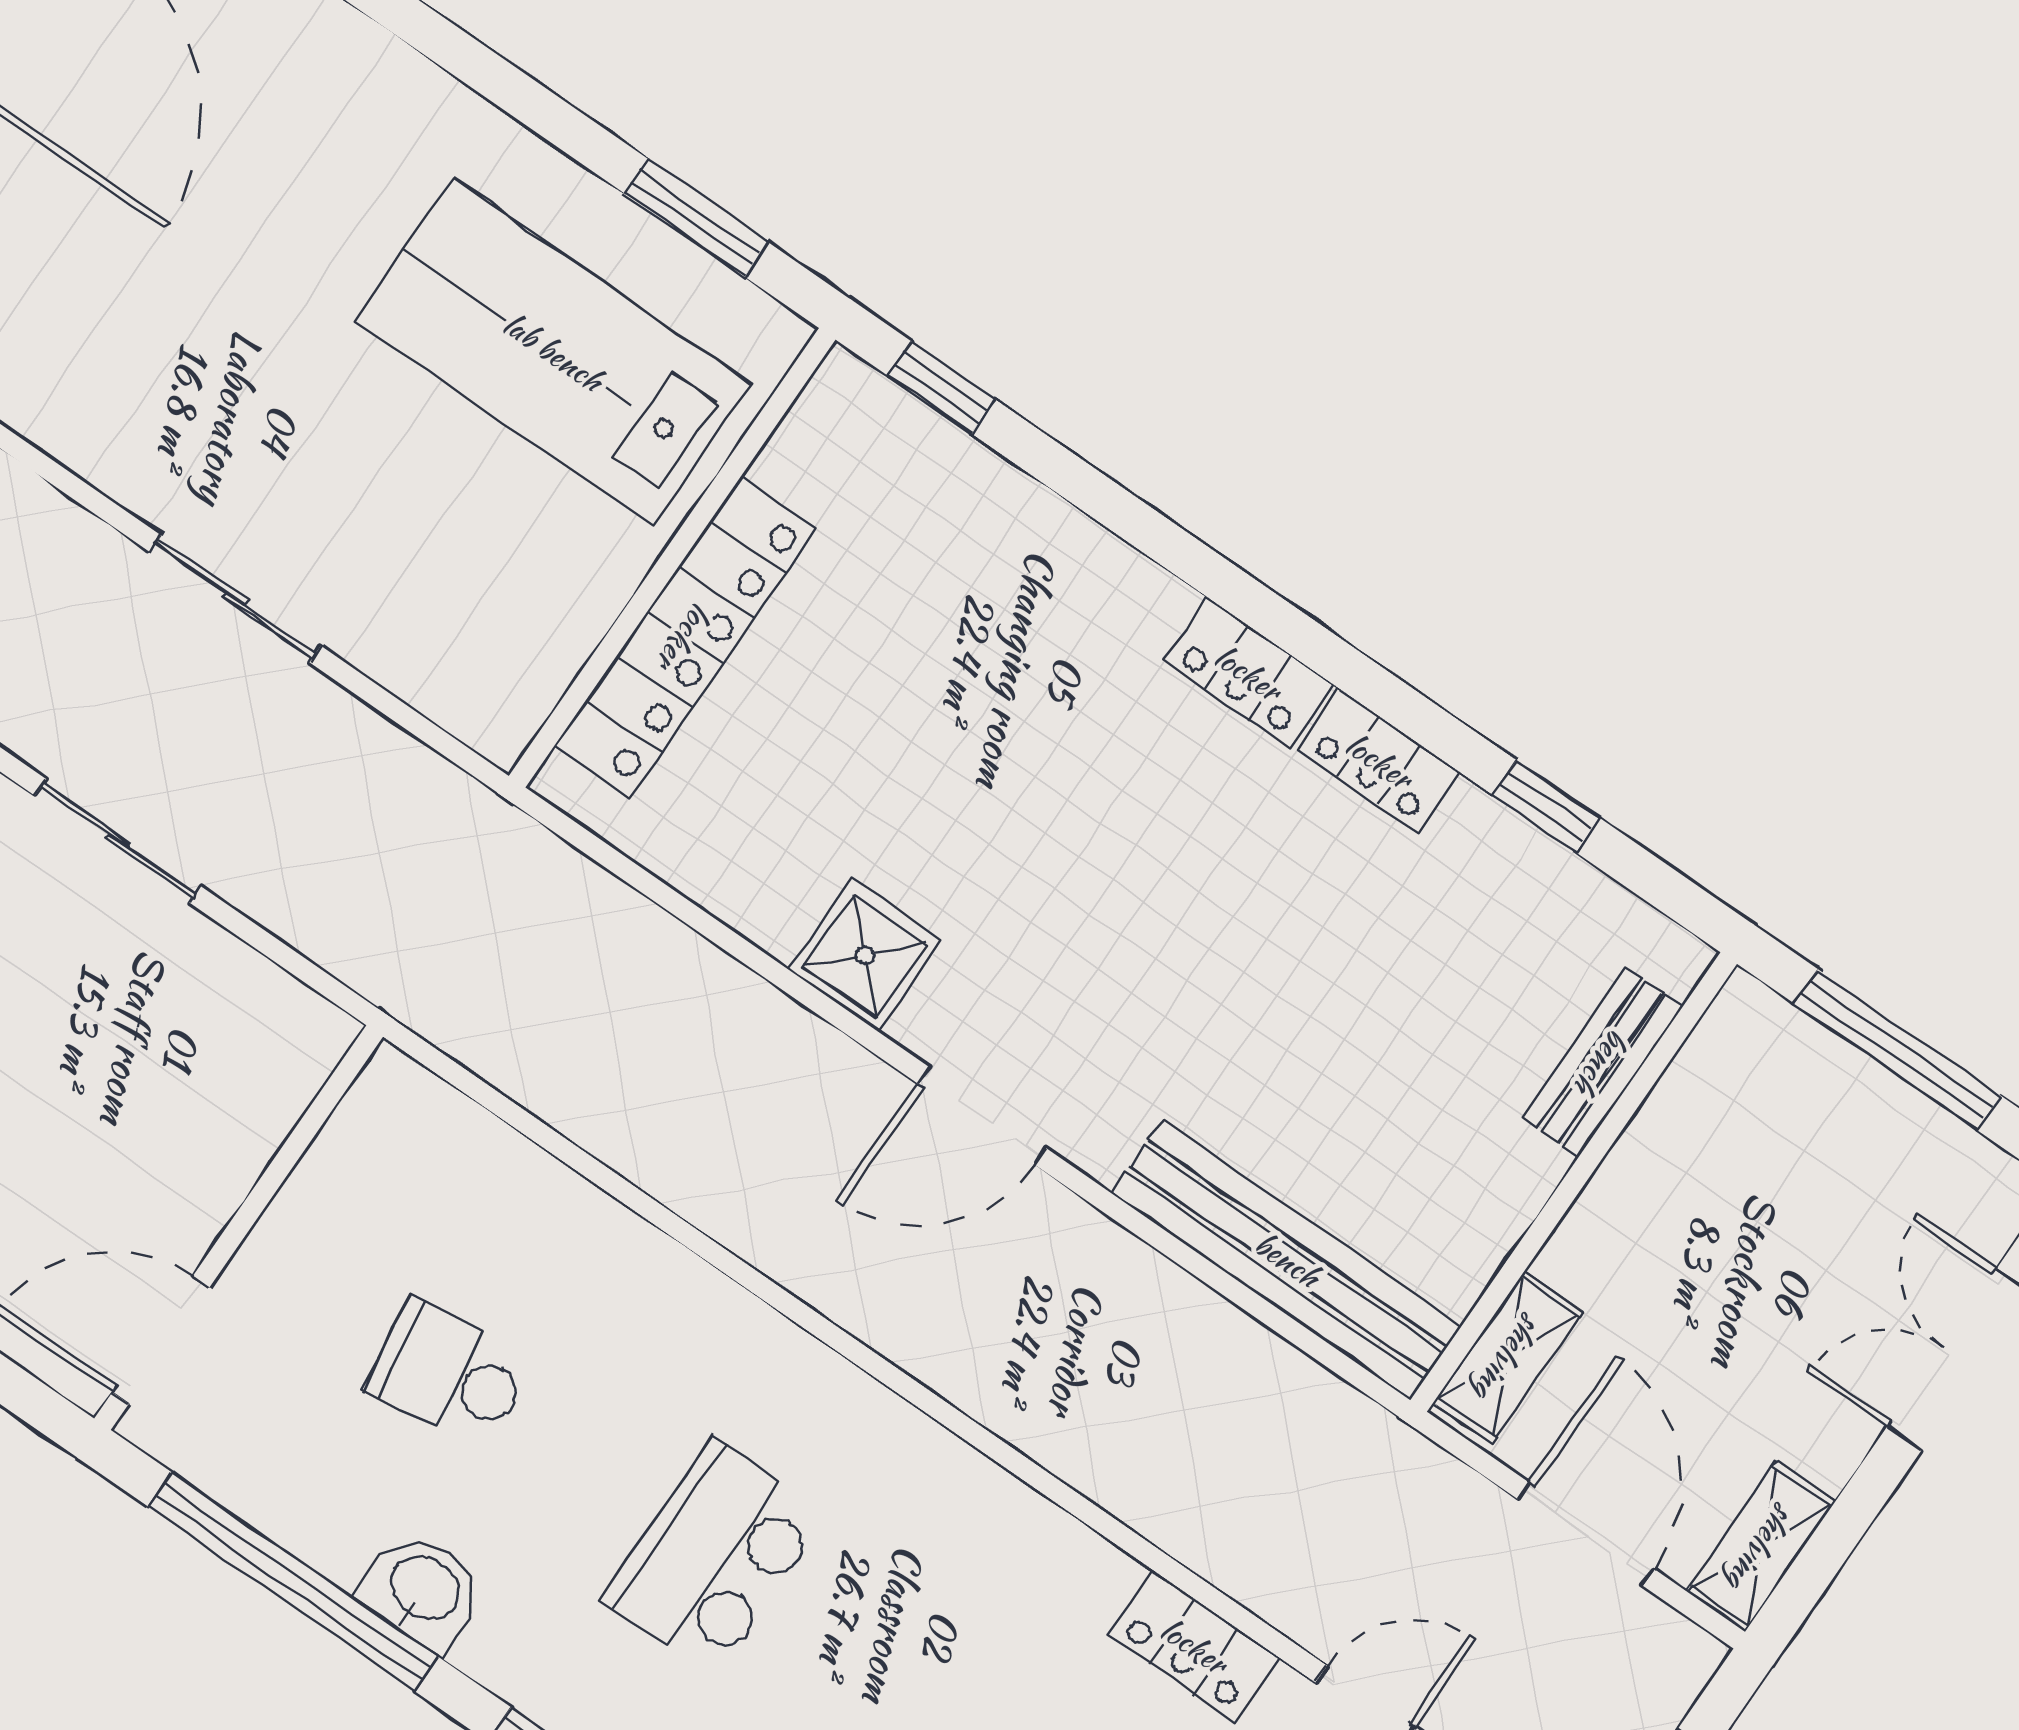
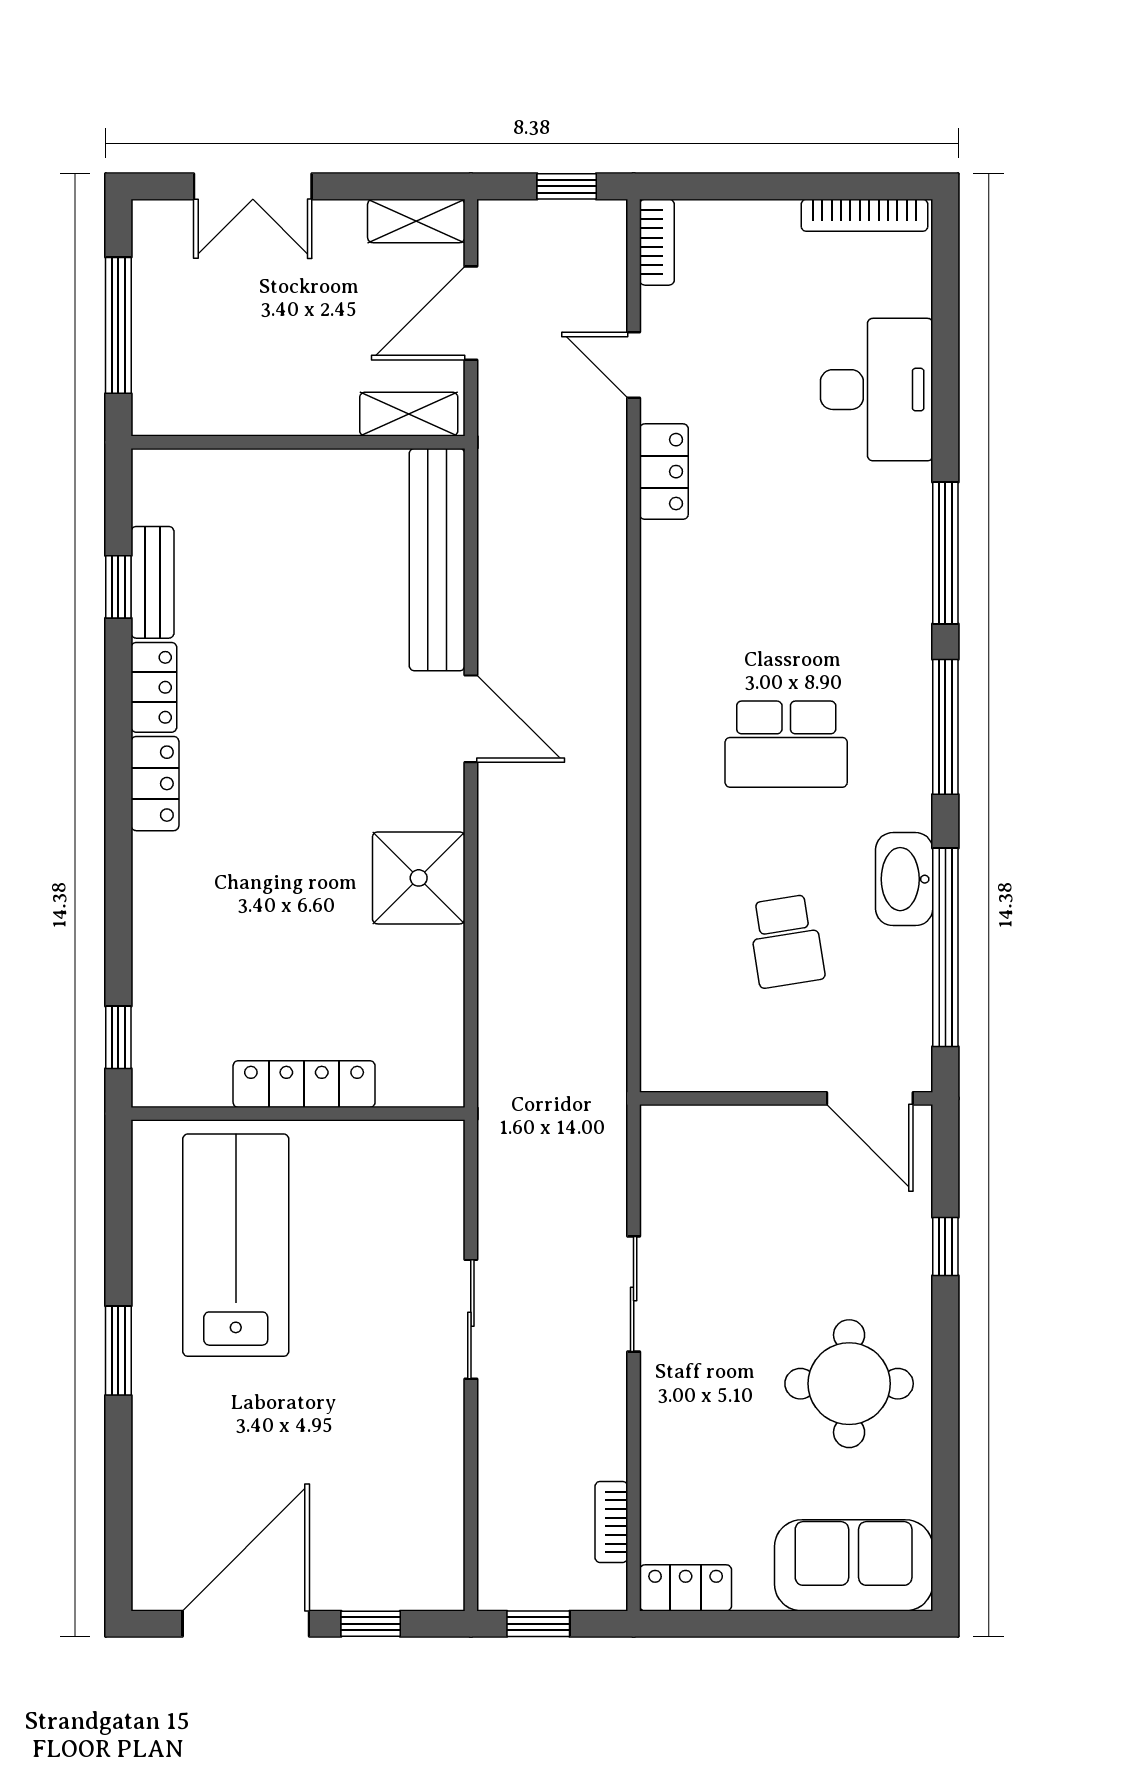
window: (696, 218) -> (118, 1351), moved
lab bench: (553, 352) -> (236, 1245), turned 180
locker: (685, 637) -> (304, 1084), width x0.71, depth x0.83
shower: (865, 956) -> (419, 878), width x1.36, depth x1.36
bench: (1602, 1062) -> (152, 582), moved, turned 90
door: (982, 1116) -> (471, 719), moved
washbasin: (423, 1590) -> (904, 879), width x1.38

